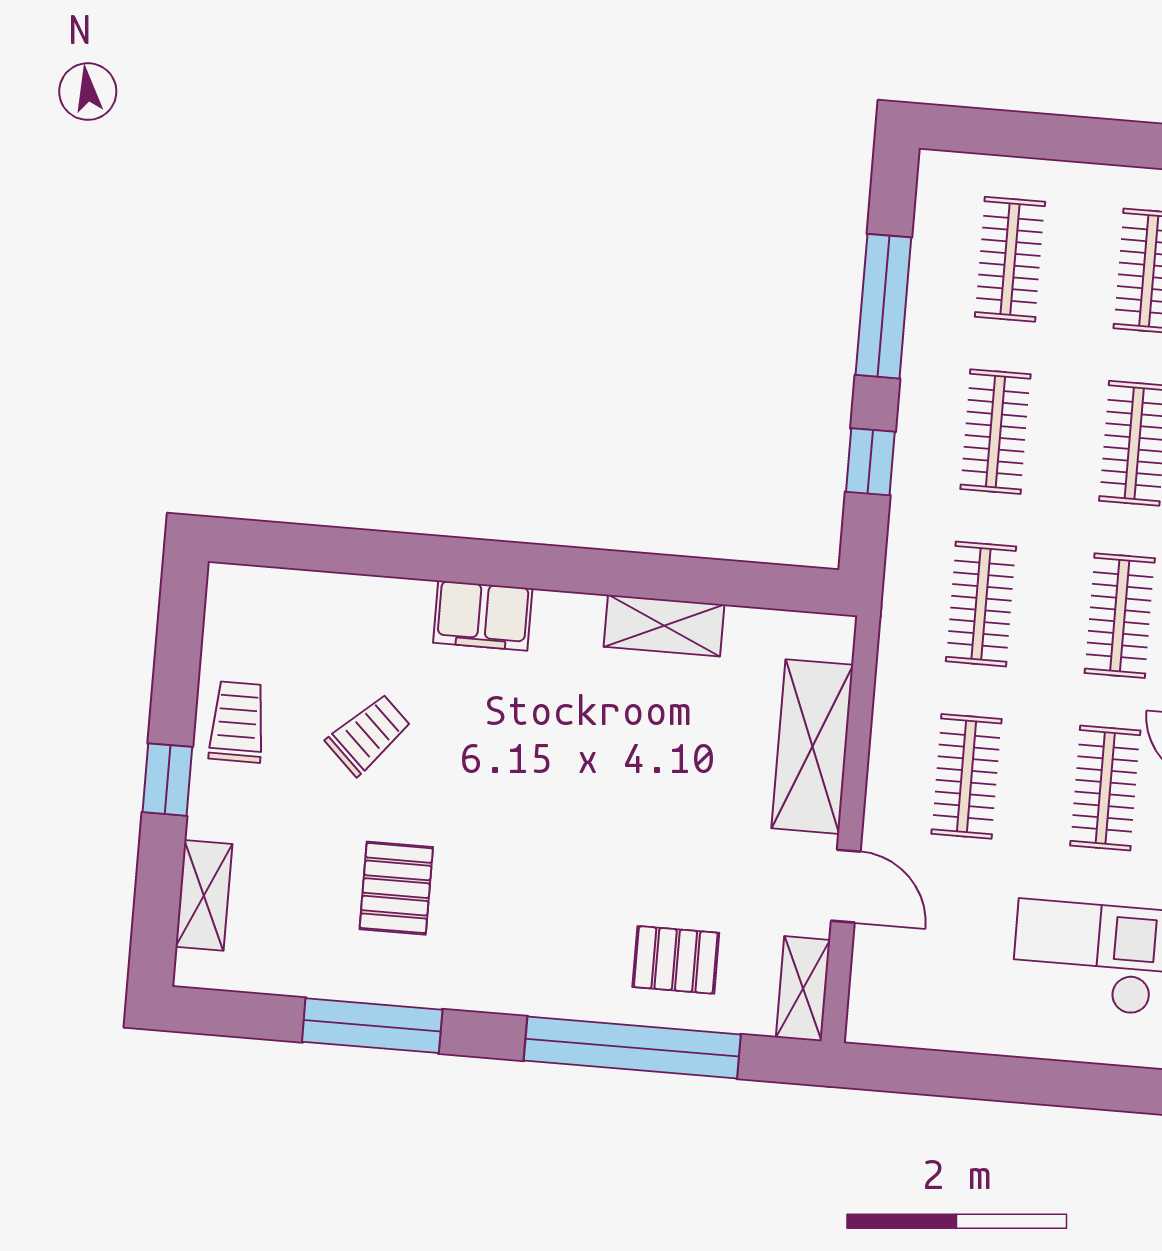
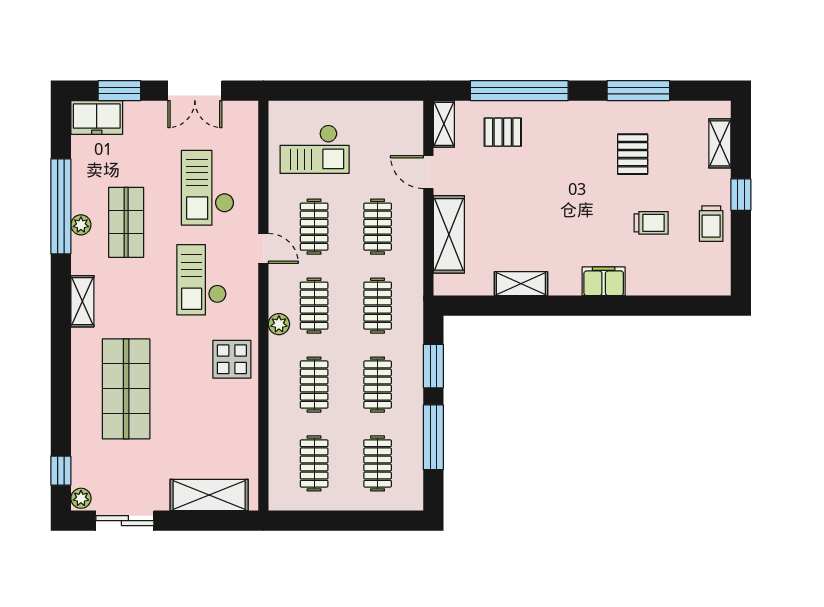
window: (870, 462) -> (433, 366), width x1.50
trolley: (369, 734) -> (651, 223), turned -134

